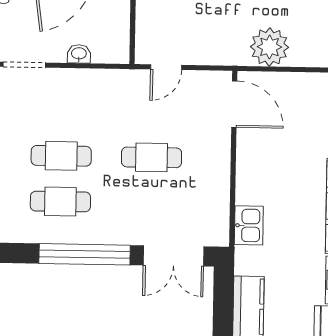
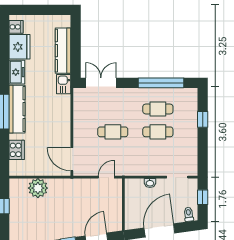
plant: (269, 47) -> (38, 188), moved
kitchen sink: (249, 225) -> (64, 84), moved
window: (85, 254) -> (161, 83), moved

